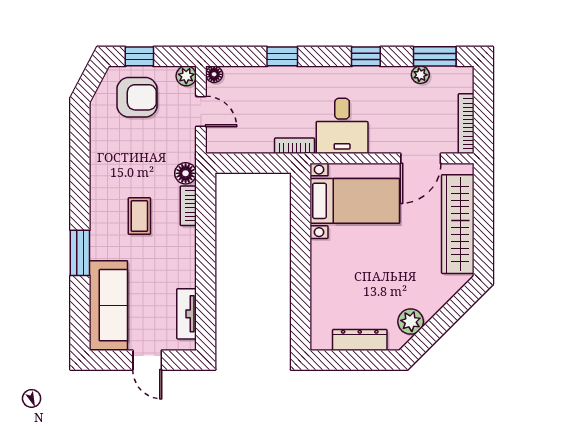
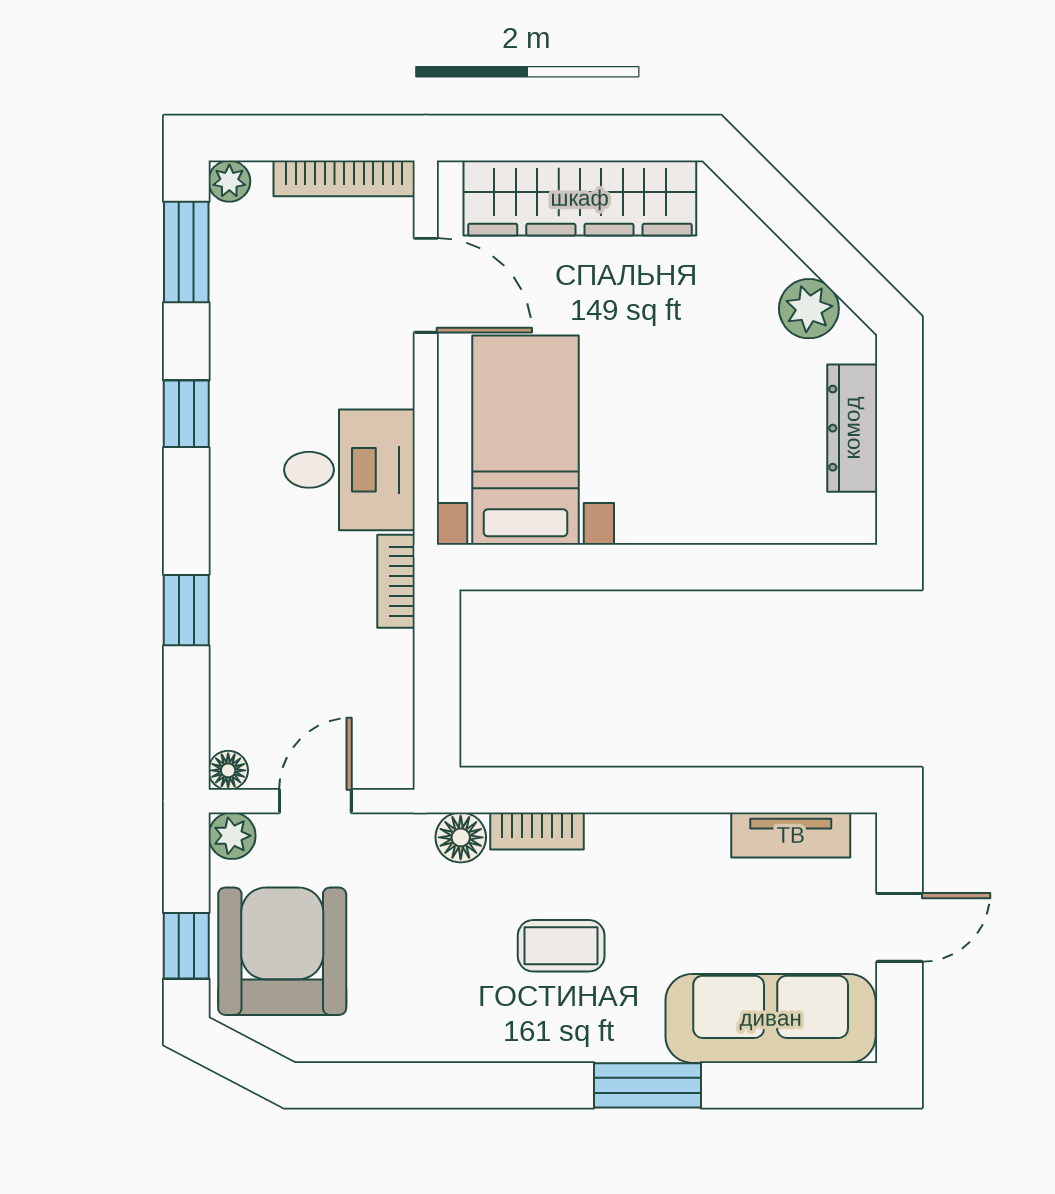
plant: (420, 75) -> (229, 181), moved
armchair: (137, 97) -> (282, 951), width x1.36, depth x1.36

